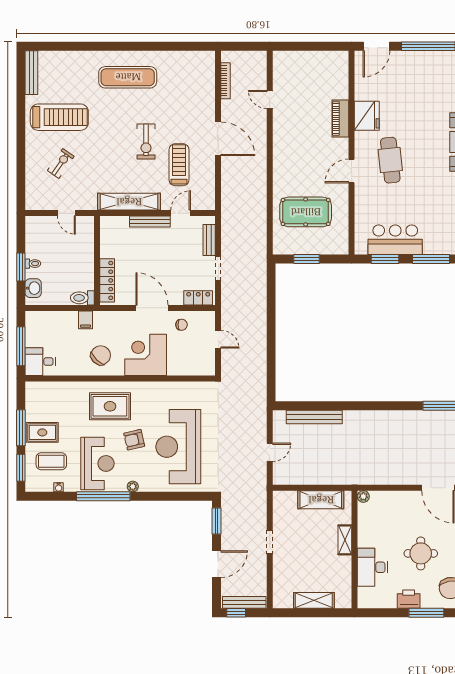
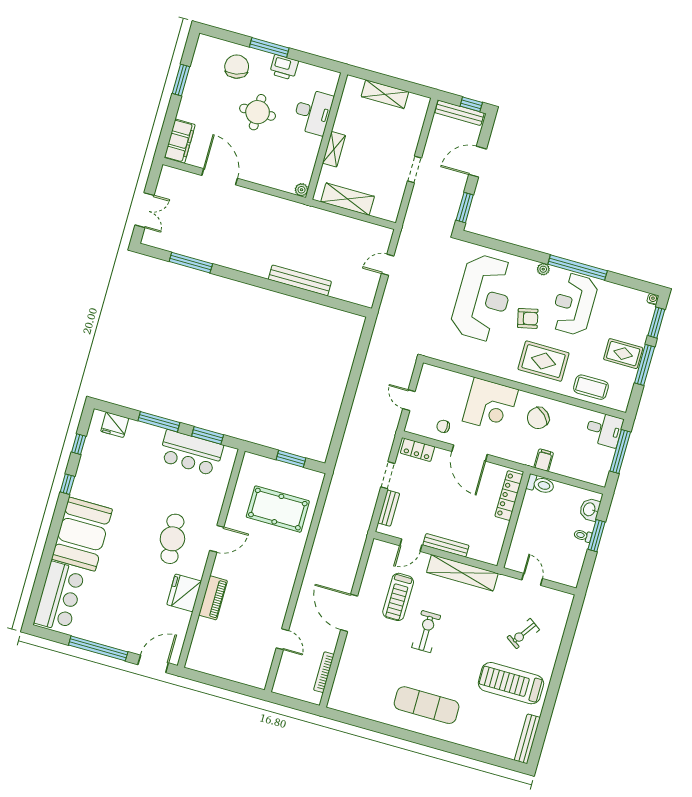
bench: (314, 417) -> (300, 280), moved
coffee table: (51, 461) -> (591, 387), moved
water cooler: (59, 487) -> (653, 299), moved

